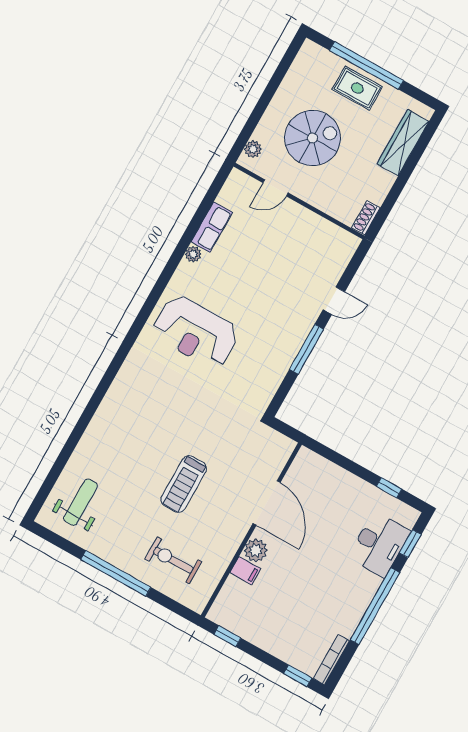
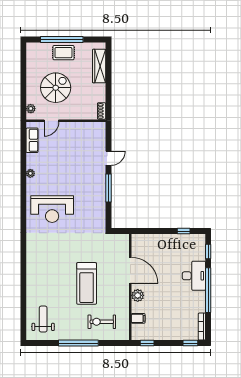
row of seats: (212, 227) -> (32, 140), moved
treadmill: (184, 484) -> (87, 283), width x1.37, depth x1.38
desk: (379, 544) -> (194, 276), moved
filing cabinet: (245, 571) -> (138, 318), moved

